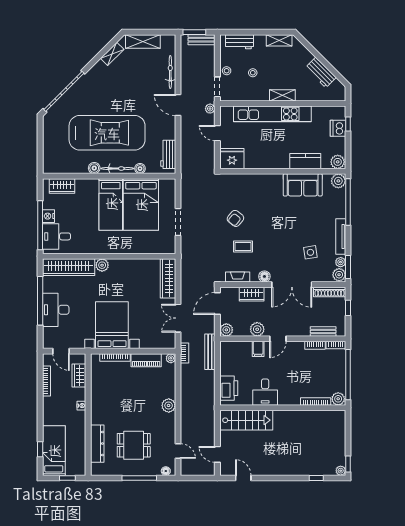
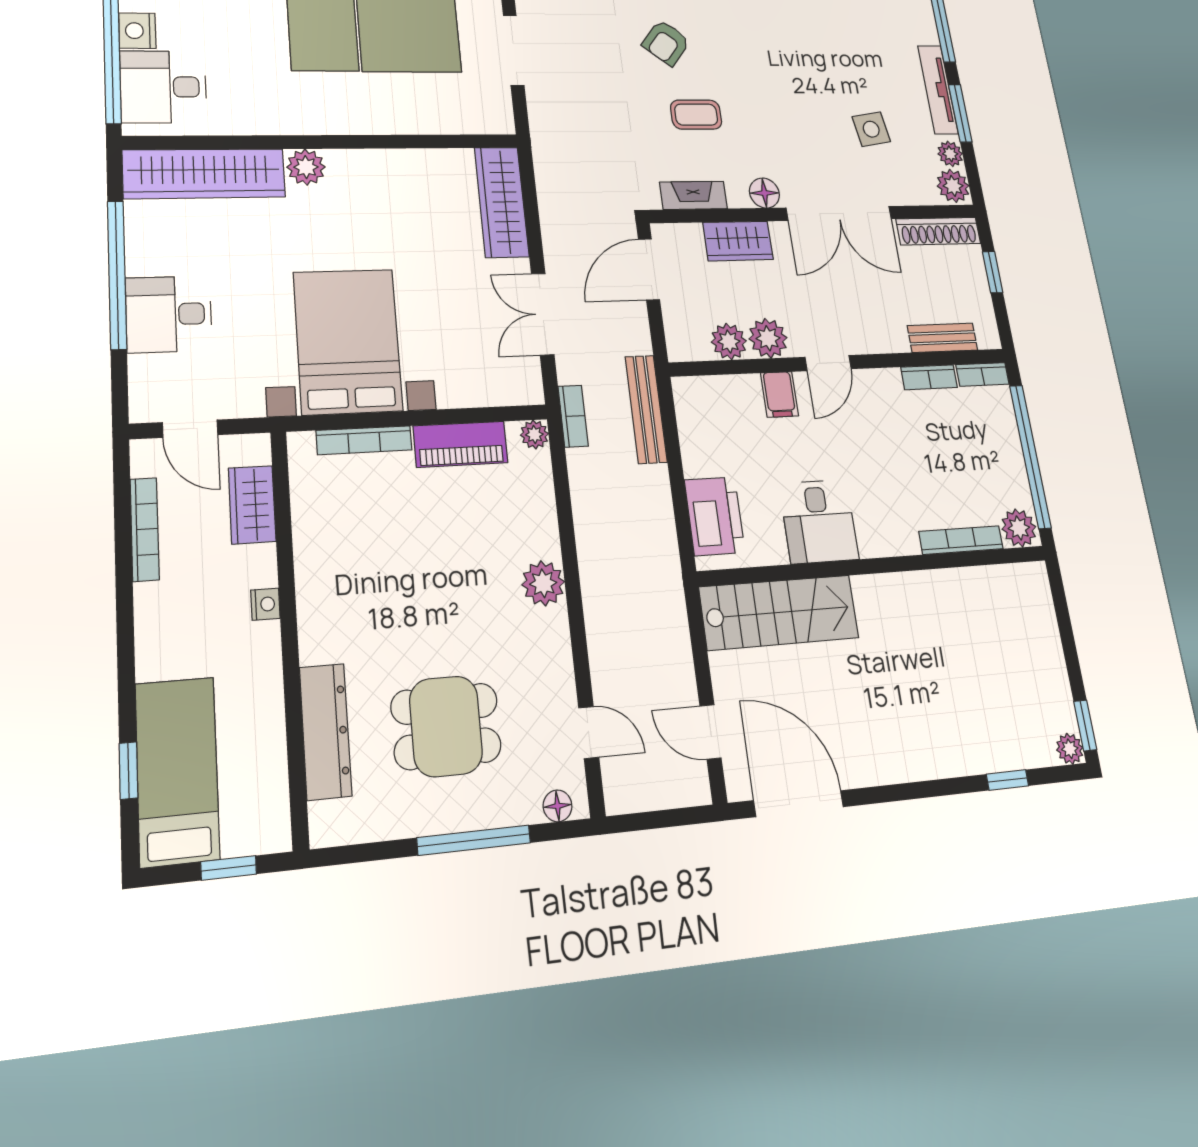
window: (348, 267) -> (960, 113), moved
desk: (56, 310) -> (169, 314), width x0.73
plant: (226, 330) -> (729, 342), moved
door: (243, 478) -> (799, 804), width x1.88

